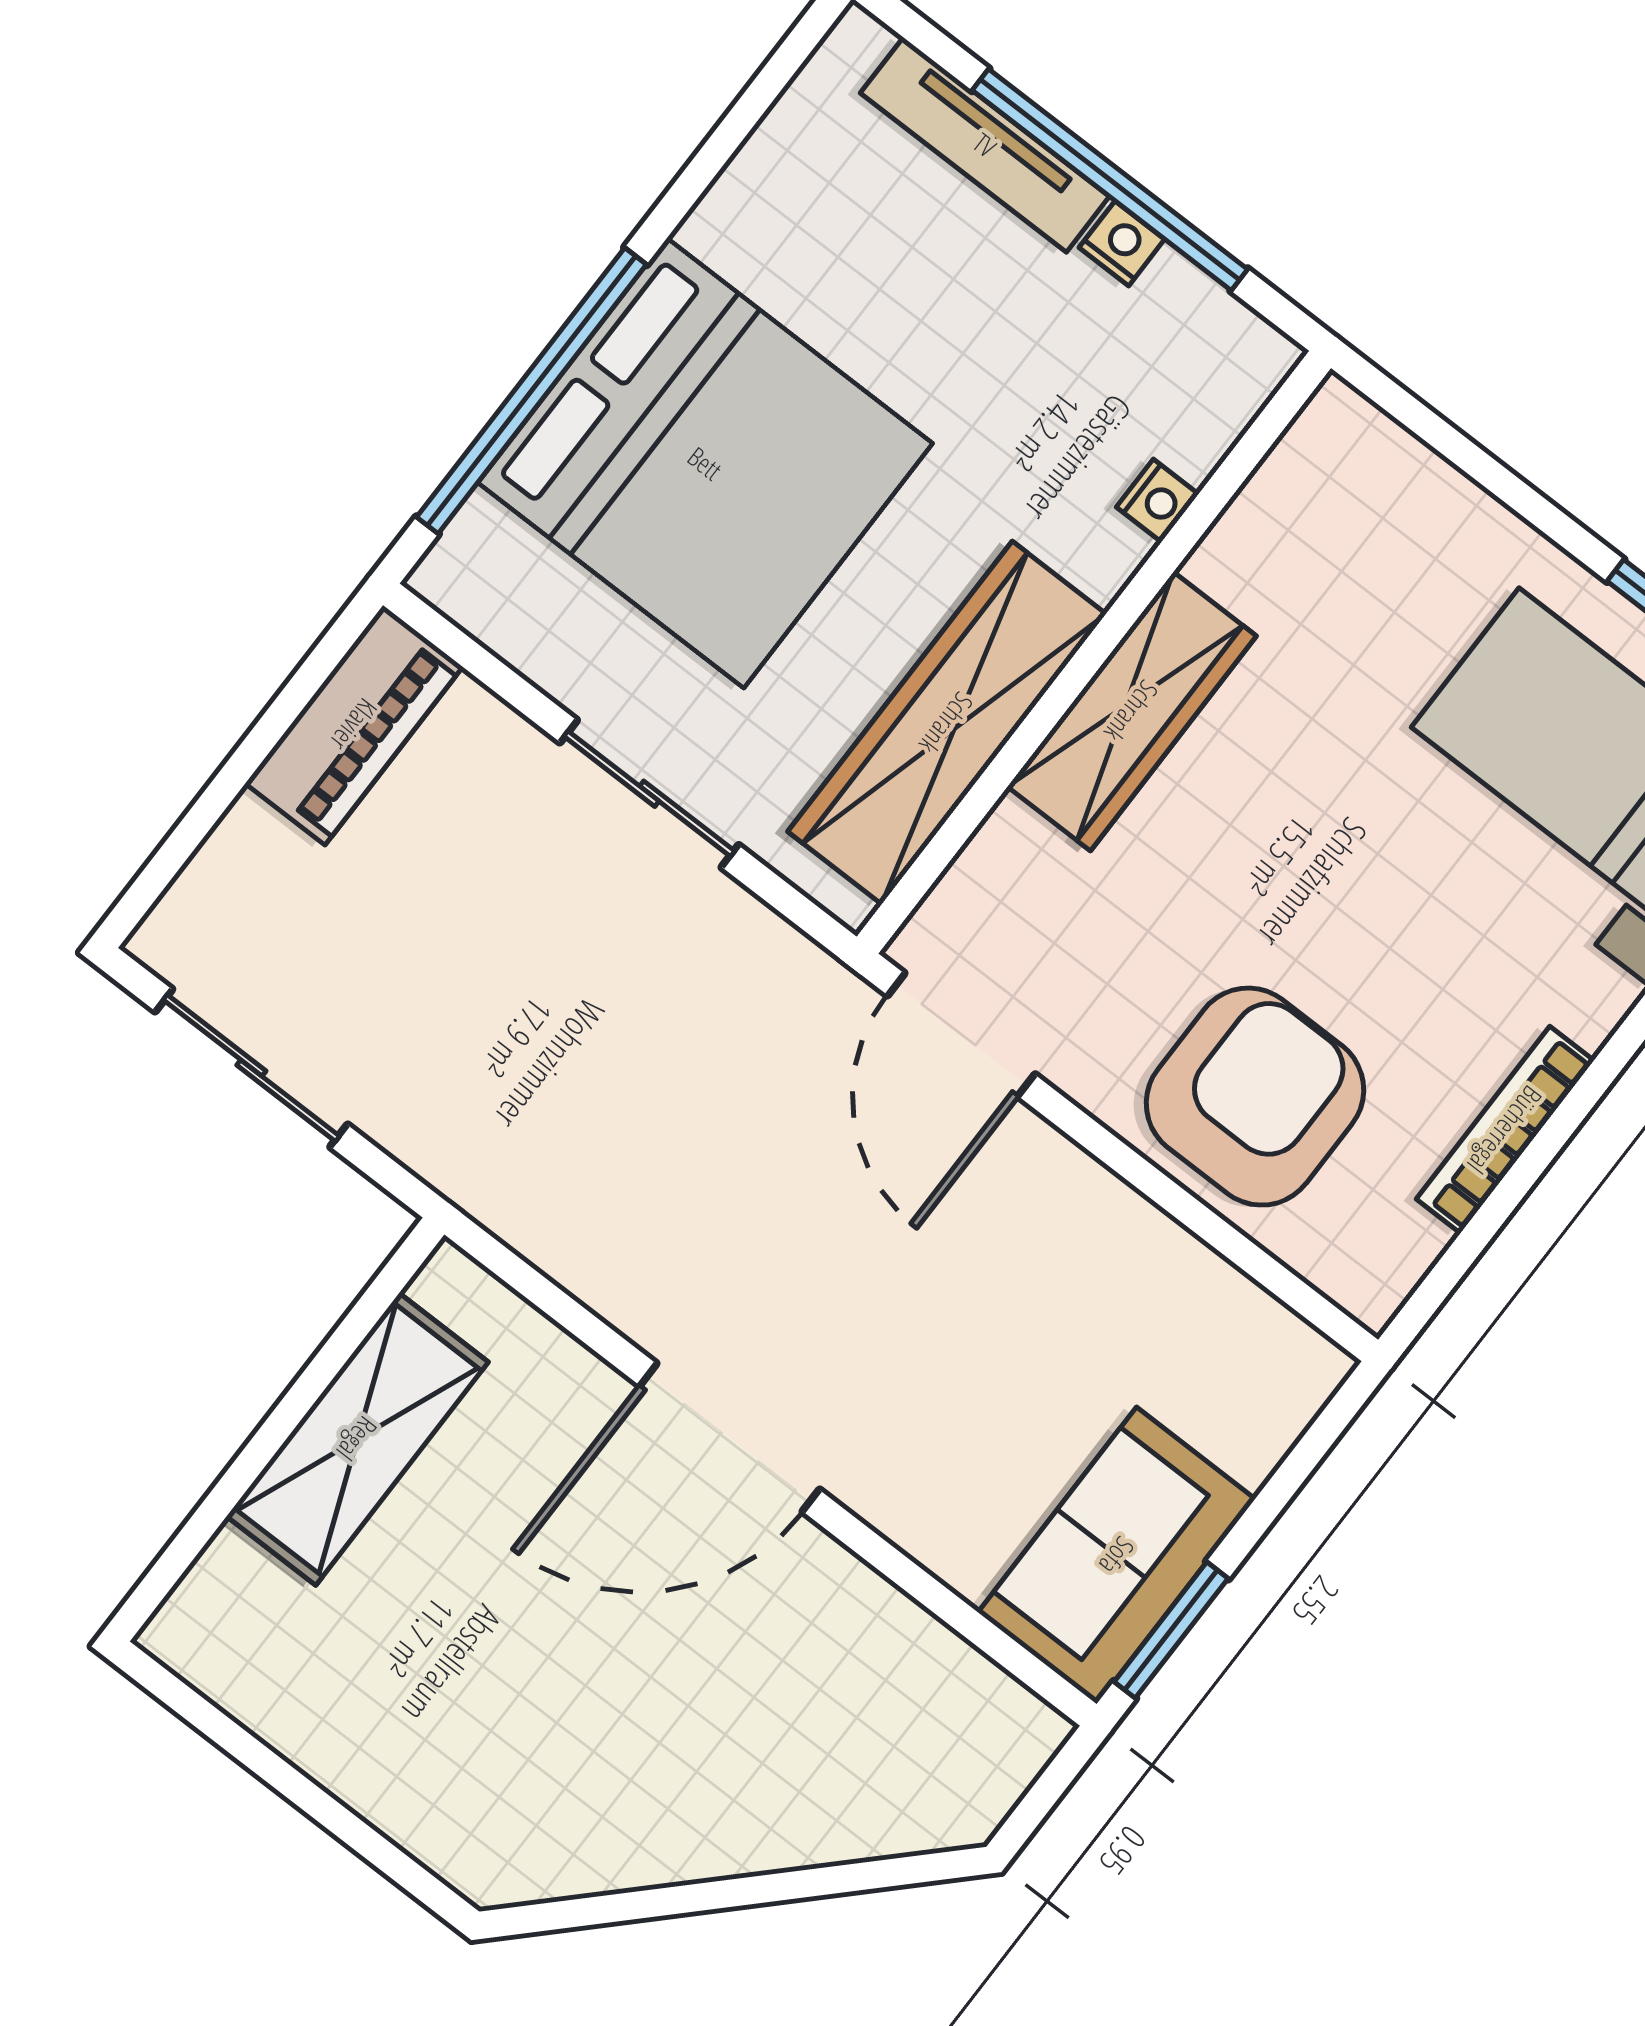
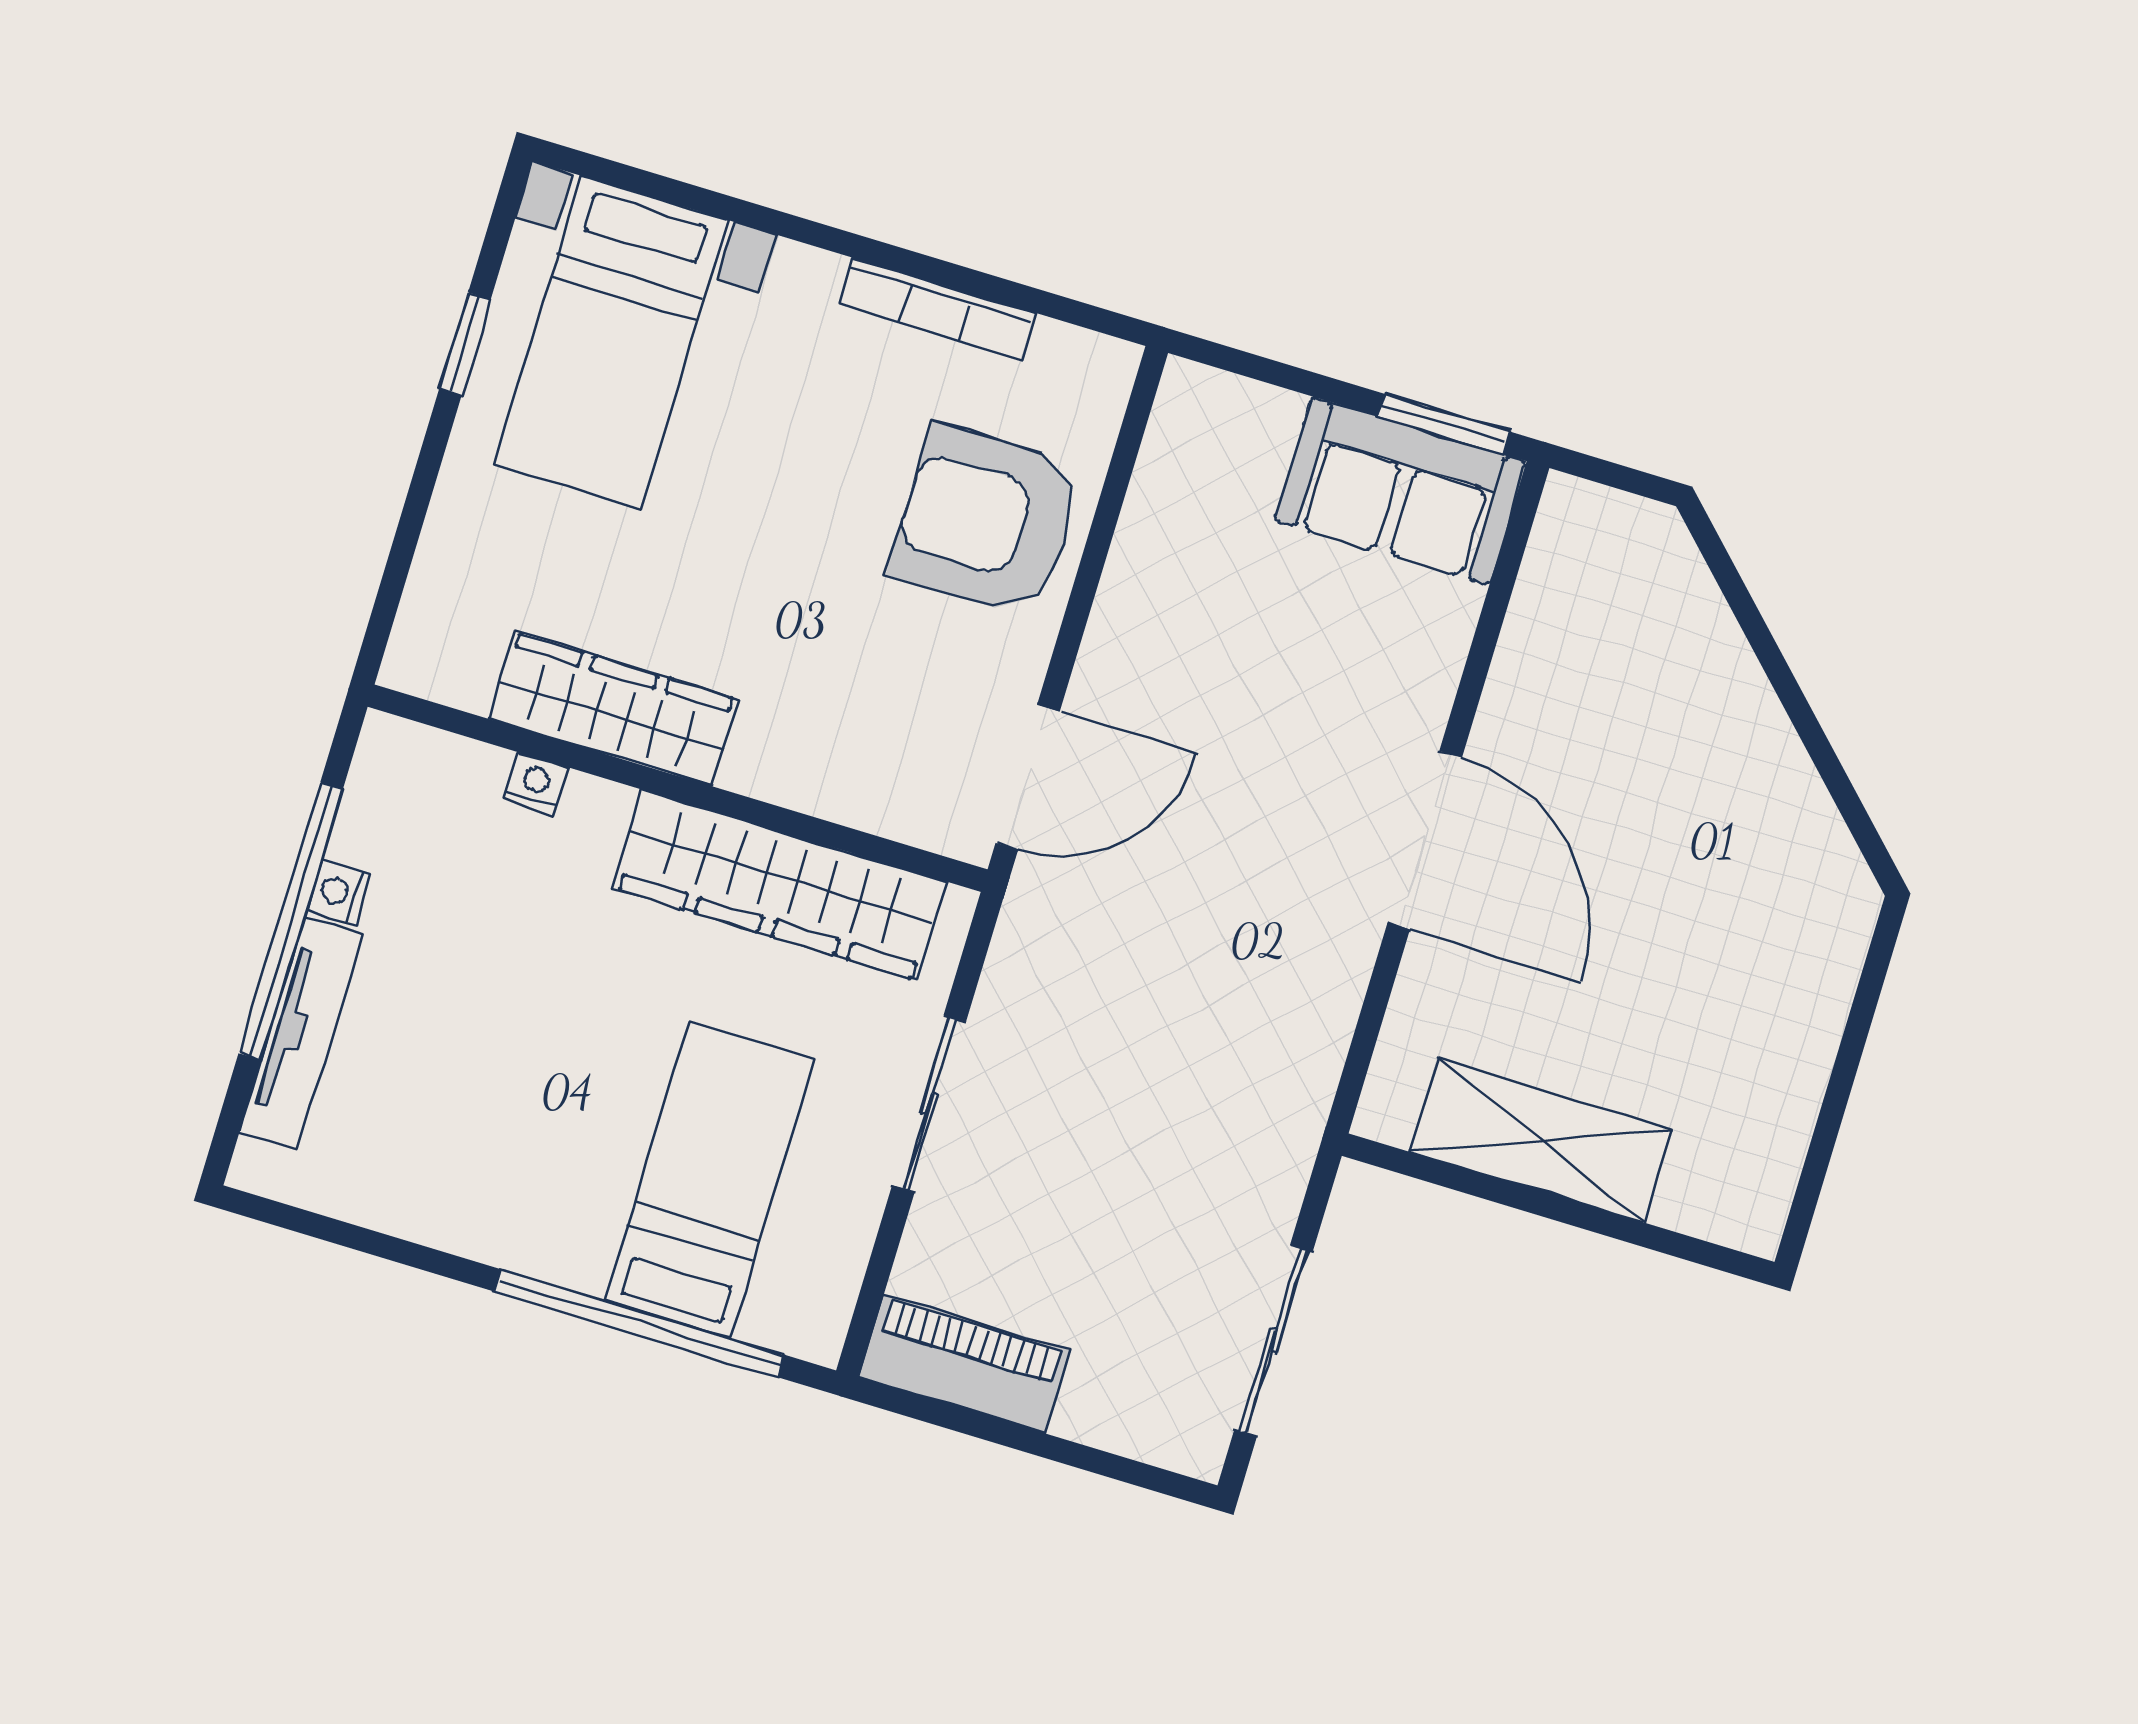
bed: (705, 463) -> (710, 1180), width x0.49
wardrobe: (1132, 711) -> (613, 709), moved

